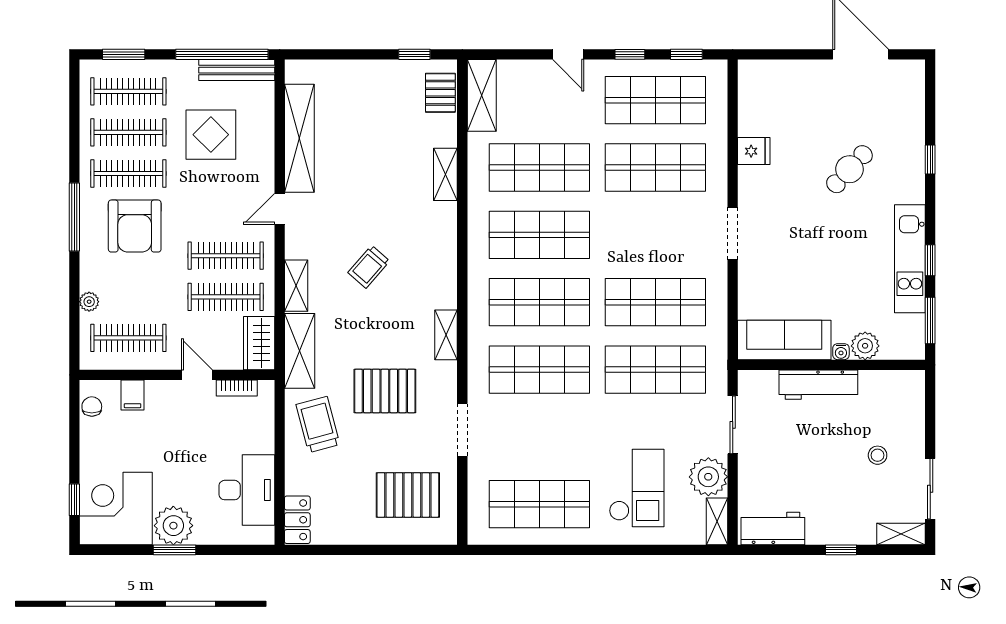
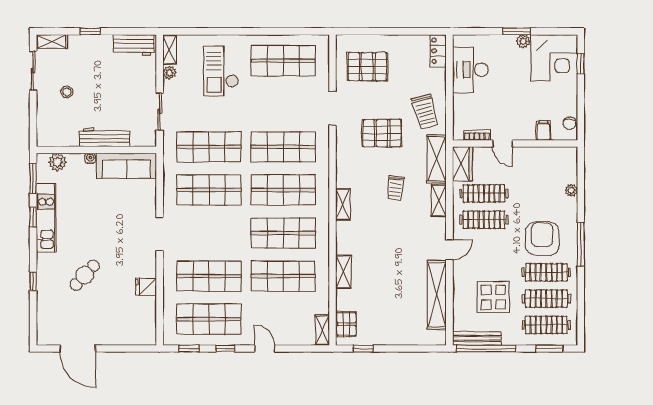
shelving: (482, 95) -> (322, 330), width x0.67, depth x0.75
trolley: (369, 267) -> (395, 188), moved, turned 144
shelving: (446, 335) -> (343, 204), moved
clothes rail: (128, 338) -> (546, 167), removed
plant: (865, 346) -> (57, 162), moved
plant: (708, 477) -> (169, 73), width x0.53, depth x0.53
plant: (173, 526) -> (523, 41), width x0.53, depth x0.53

